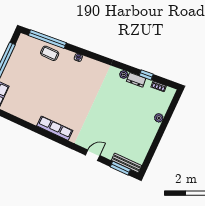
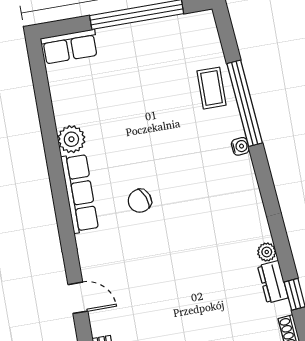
window: (47, 39) -> (245, 103), moved
chair: (73, 108) -> (140, 201), added
plant: (33, 118) -> (71, 139), added

